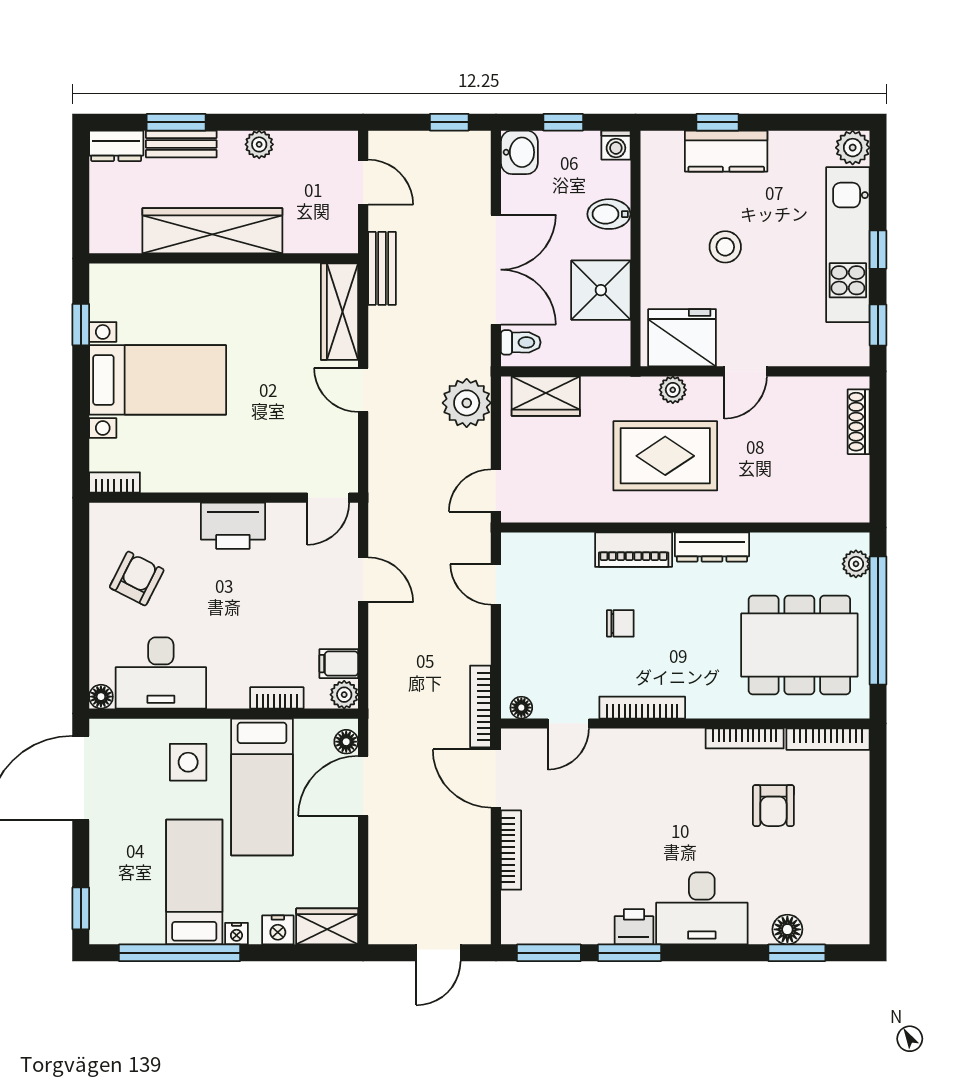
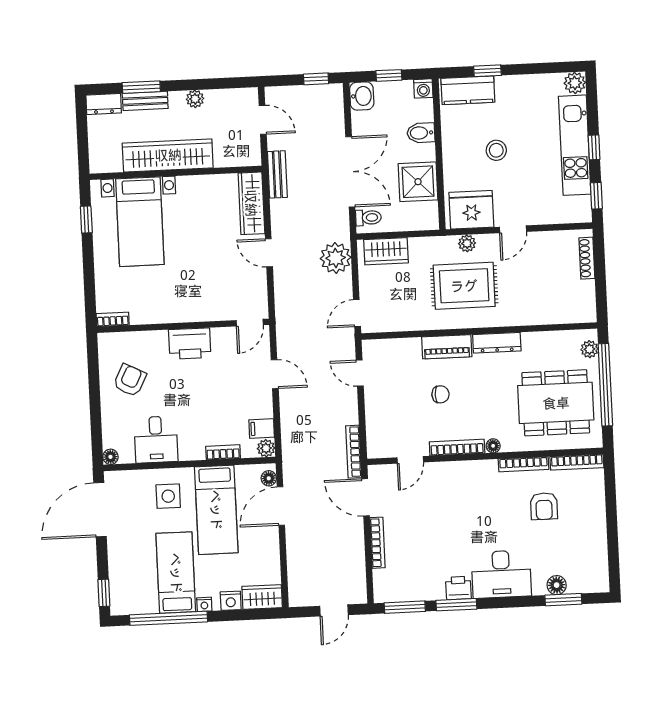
kitchen counter: (726, 151) -> (468, 90), moved
bed with nightstands: (158, 380) -> (140, 222), moved, turned 90
desk: (161, 673) -> (156, 440), width x0.73
floor lamp: (521, 708) -> (493, 446), moved

